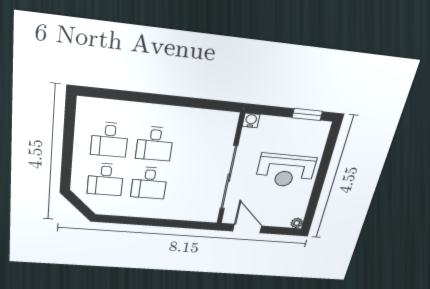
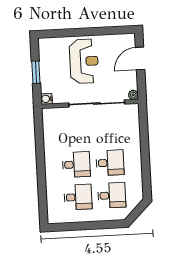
window: (307, 114) -> (36, 72), moved
plant: (297, 223) -> (133, 95), moved
door: (247, 229) -> (140, 58), moved

